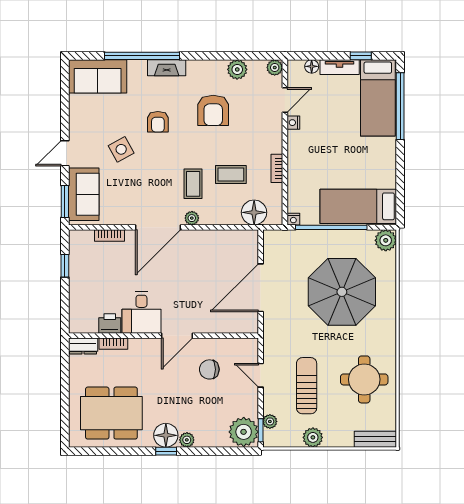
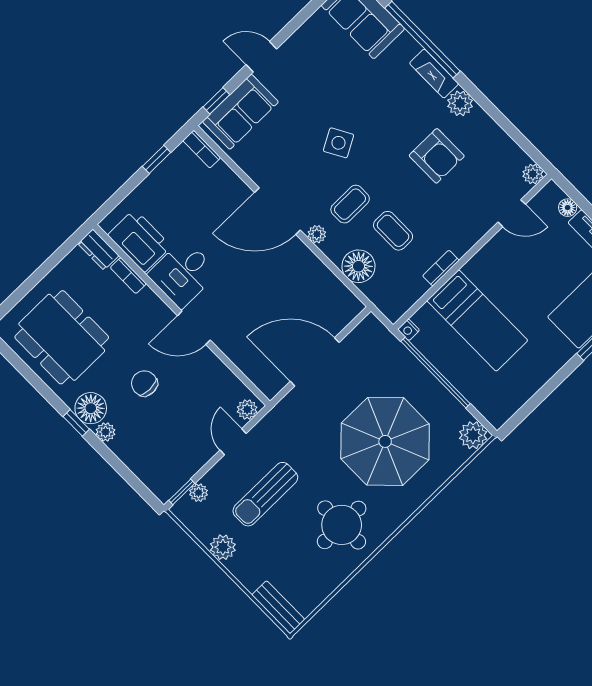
plant: (237, 69) -> (460, 103), moved
armchair: (213, 110) -> (437, 156), turned -90
armchair: (158, 122) -> (376, 115), removed
nightstand: (293, 123) -> (499, 242), removed
side table: (121, 149) -> (338, 143), moved
window: (65, 202) -> (216, 101), width x0.67
bed: (358, 206) -> (477, 321), moved, turned 180
floor lamp: (254, 212) -> (358, 266), moved
bookcase: (109, 236) -> (202, 149), moved
printer: (110, 323) -> (139, 241), width x1.87, depth x1.48
chair: (209, 369) -> (144, 383), moved
round table: (364, 379) -> (342, 525), moved
sun lounger: (307, 386) -> (265, 494), turned 180
plant: (244, 432) -> (247, 410), moved, width x0.53, depth x0.53

